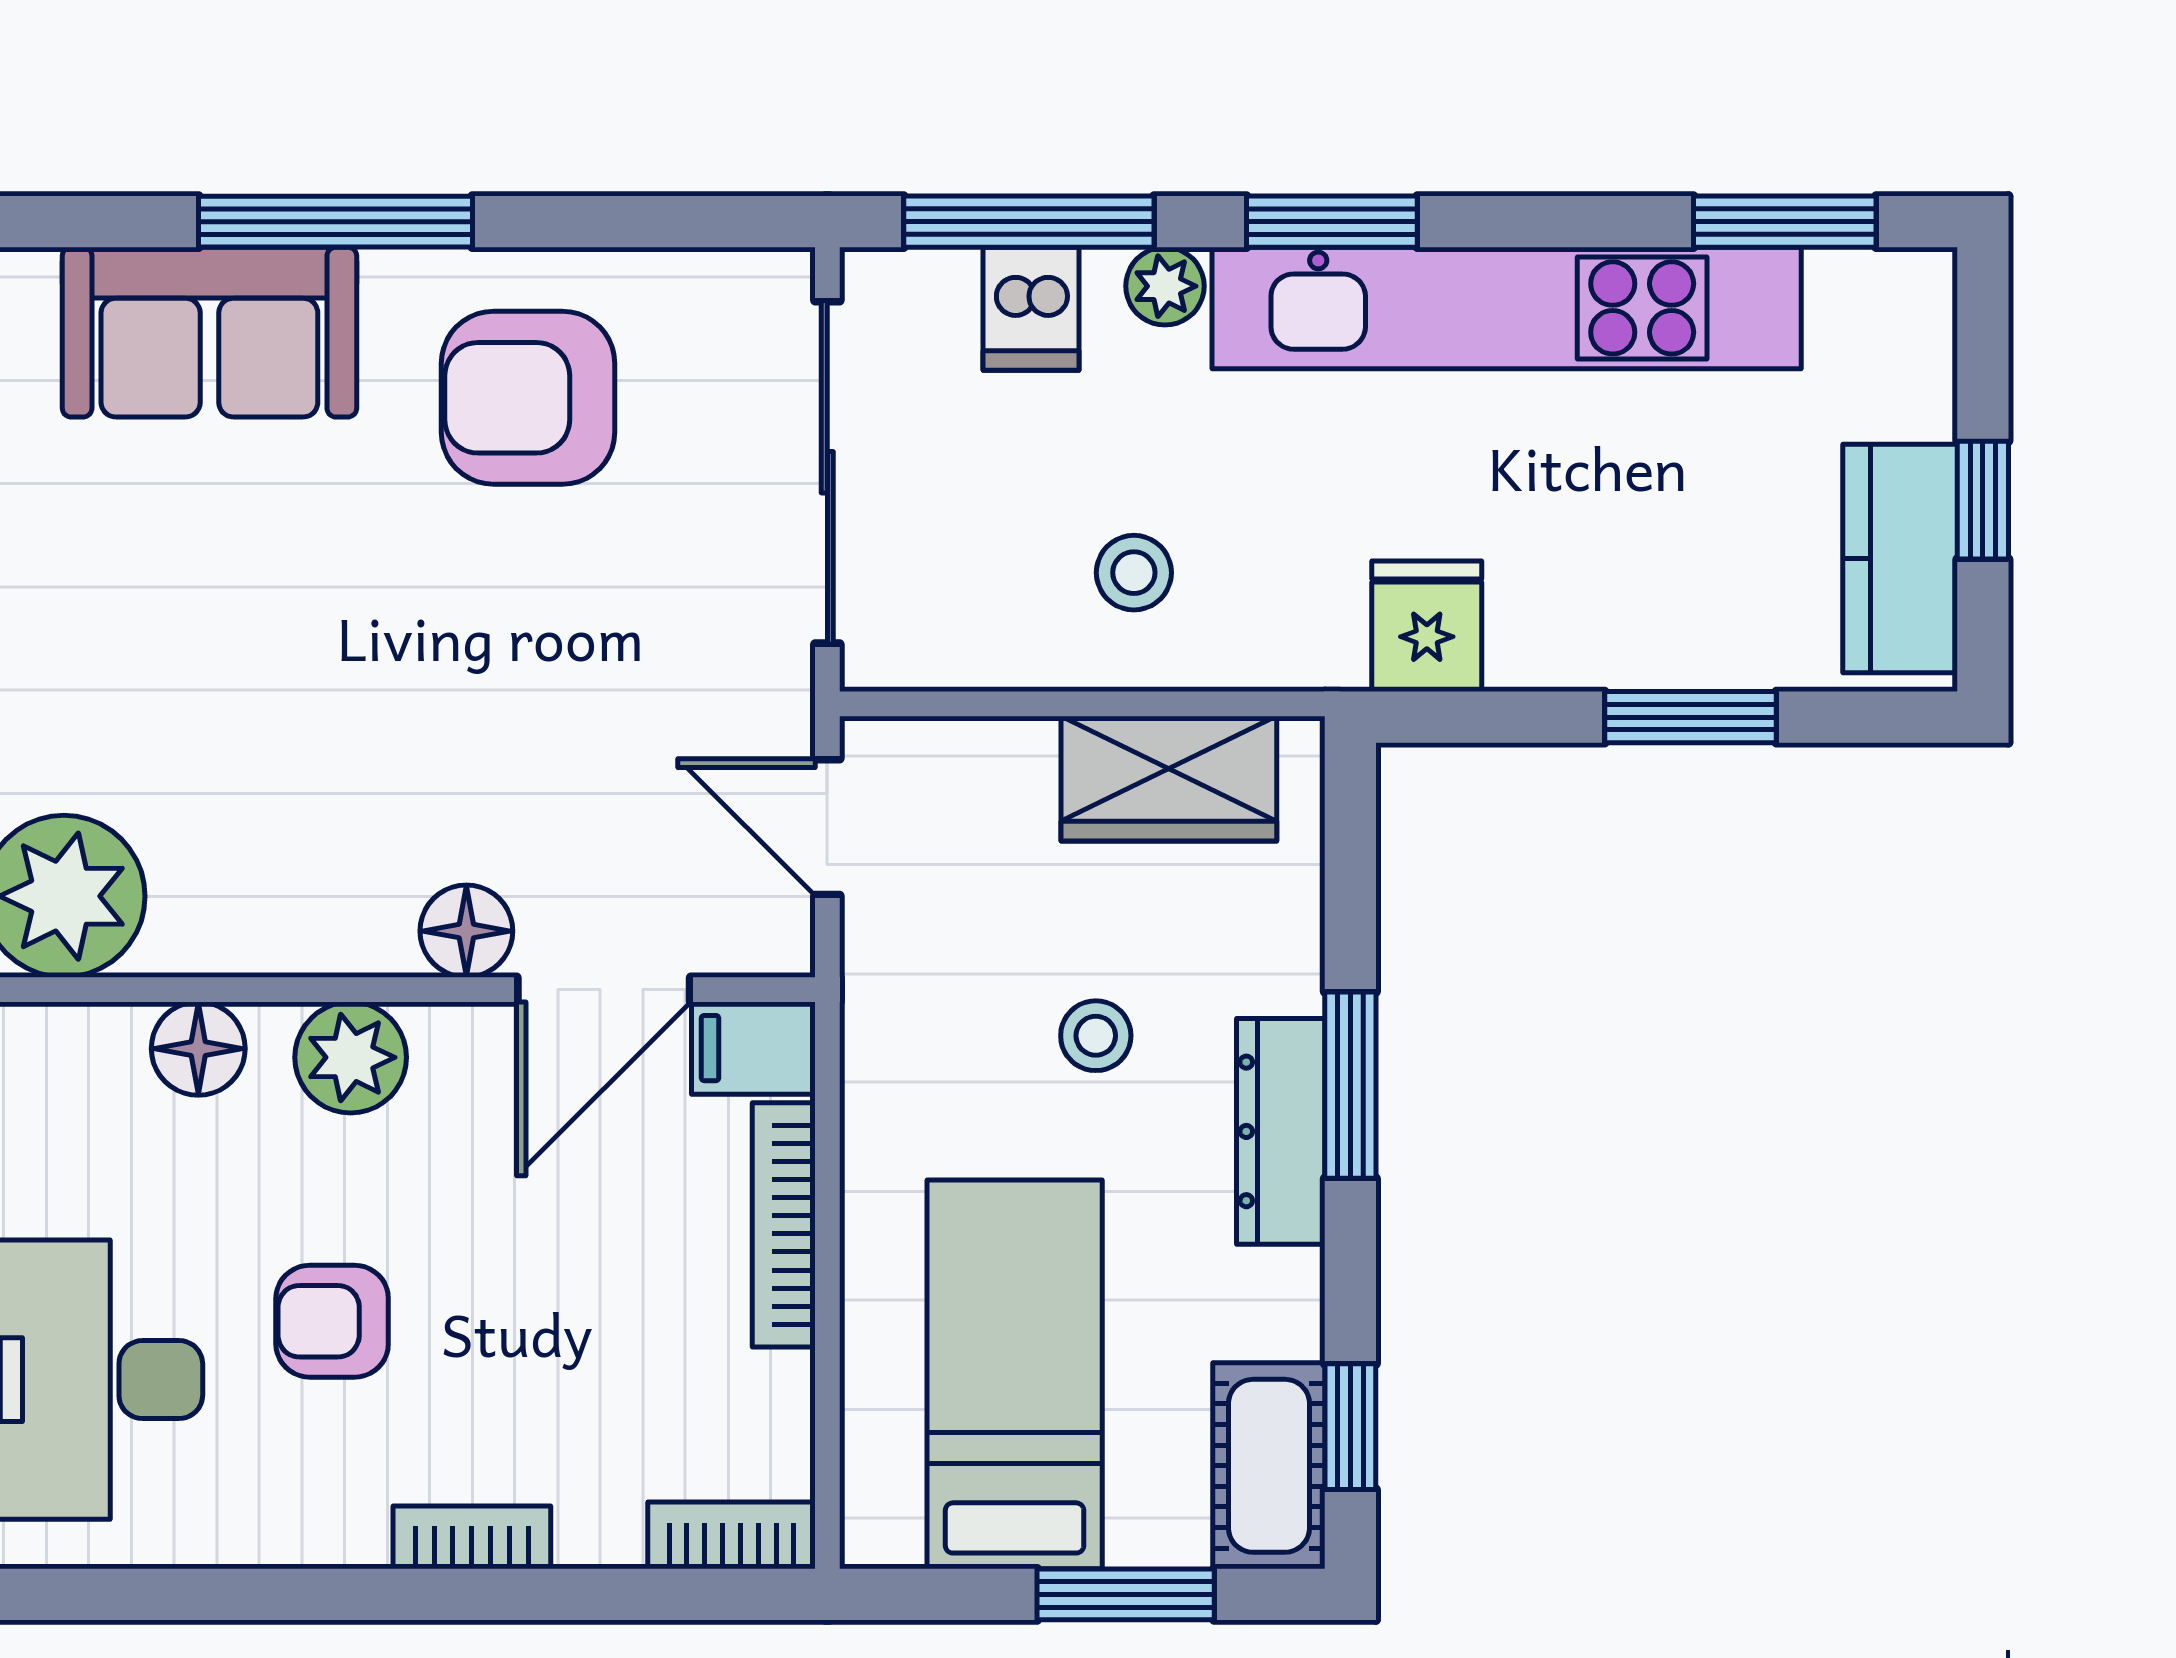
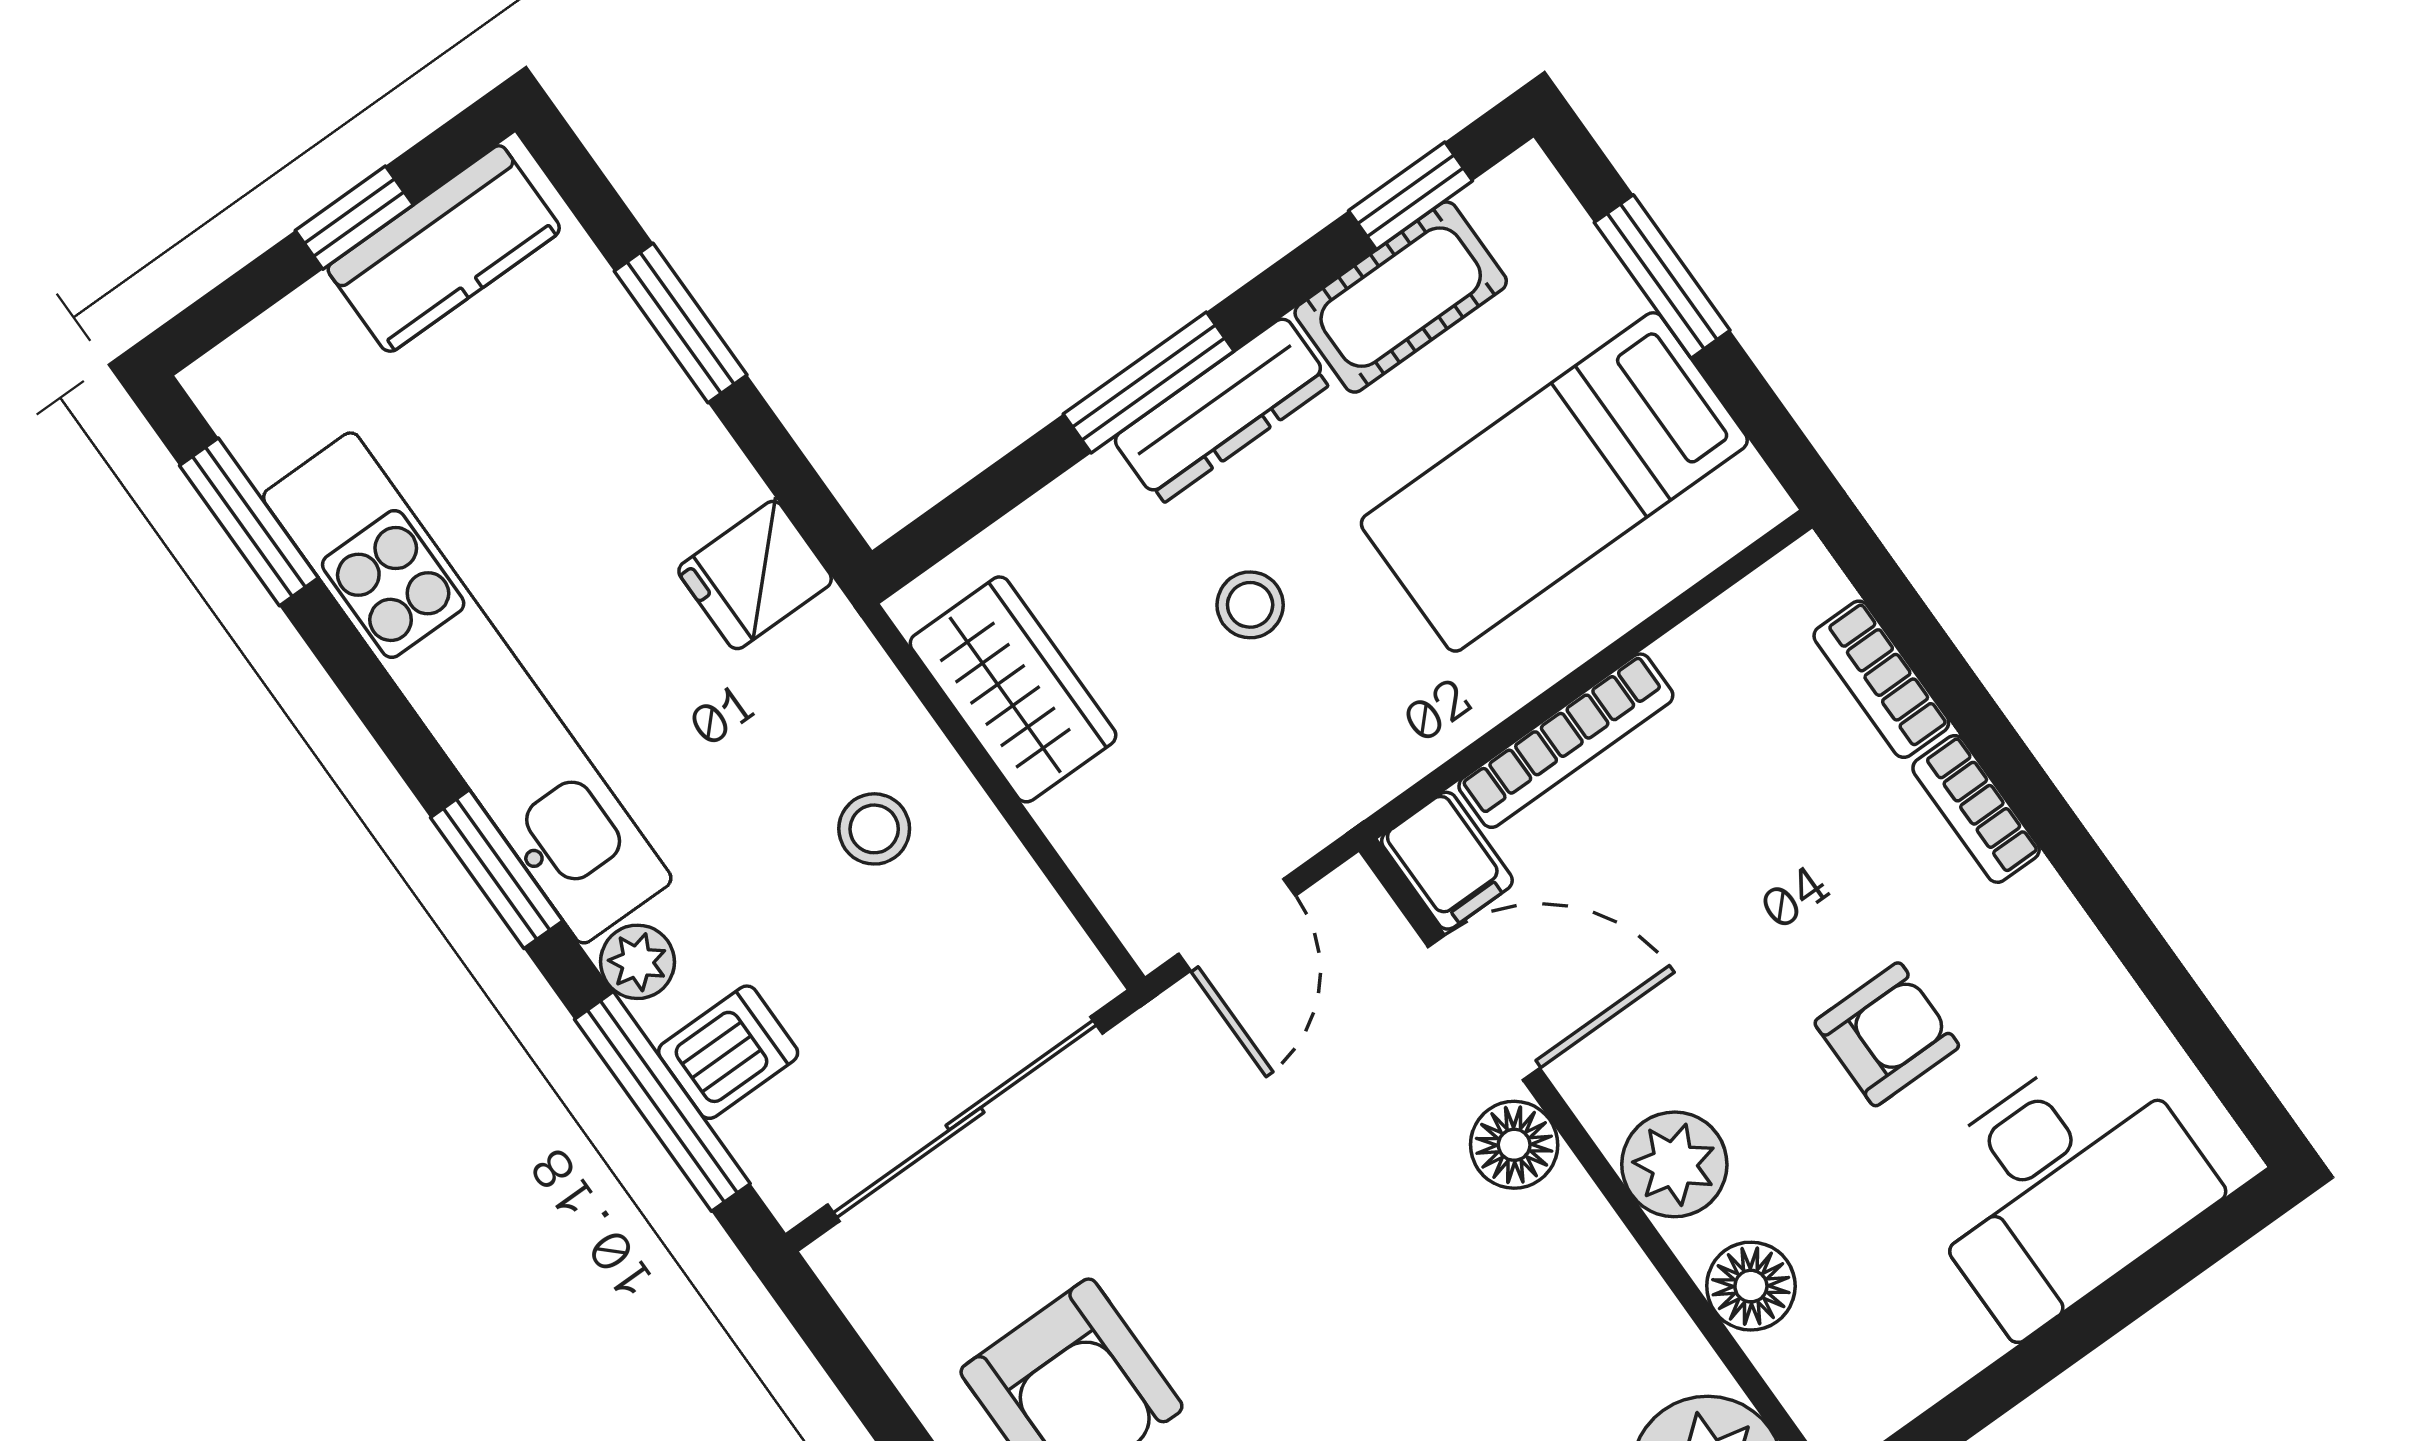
armchair: (332, 1321) -> (1887, 1034), turned -90
cot: (1269, 1466) -> (1401, 297), moved
bookcase: (731, 1535) -> (1881, 679), moved

